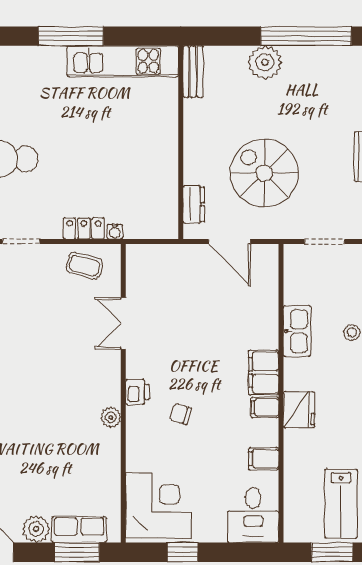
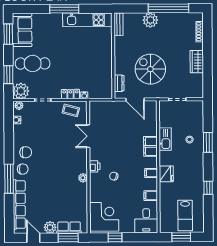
filing cabinet: (264, 372) -> (150, 146), moved

